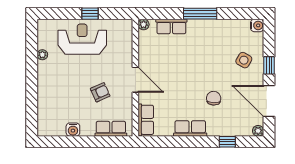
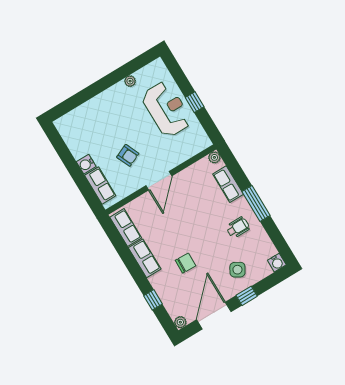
wheelchair: (211, 40) -> (238, 227), added
row of seats: (146, 120) -> (126, 228), moved, turned -90
water cooler: (73, 130) -> (86, 164), moved

